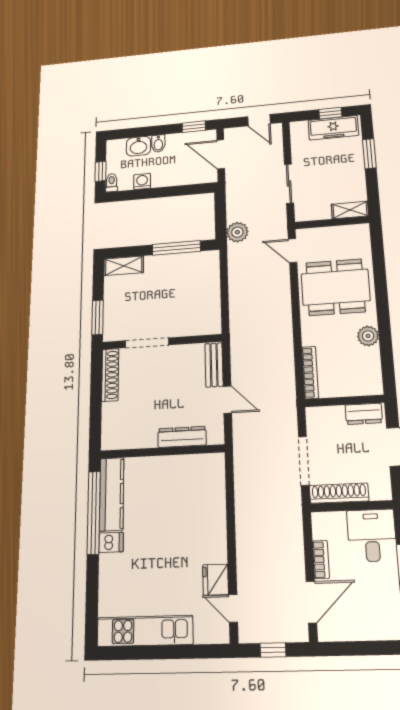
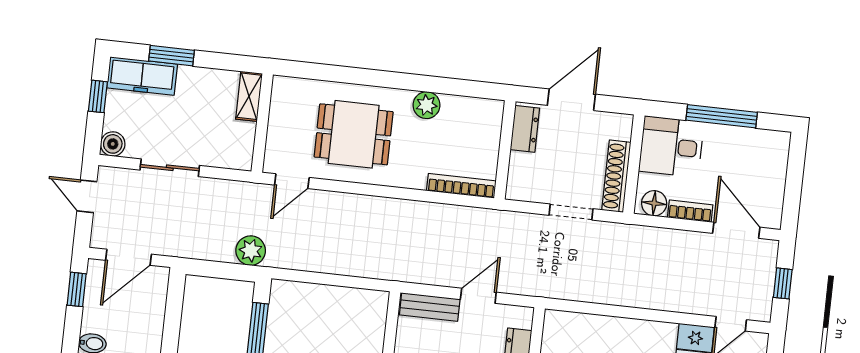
door: (259, 120) -> (87, 196), swing flipped
freezer: (333, 128) -> (142, 76), moved, turned 90
boiler: (299, 129) -> (113, 144), added
sliding door: (289, 184) -> (170, 168), moved
dining table: (335, 287) -> (354, 134), width x0.73
doorway: (304, 461) -> (571, 212), width x0.73
floor lamp: (322, 528) -> (654, 203), added

